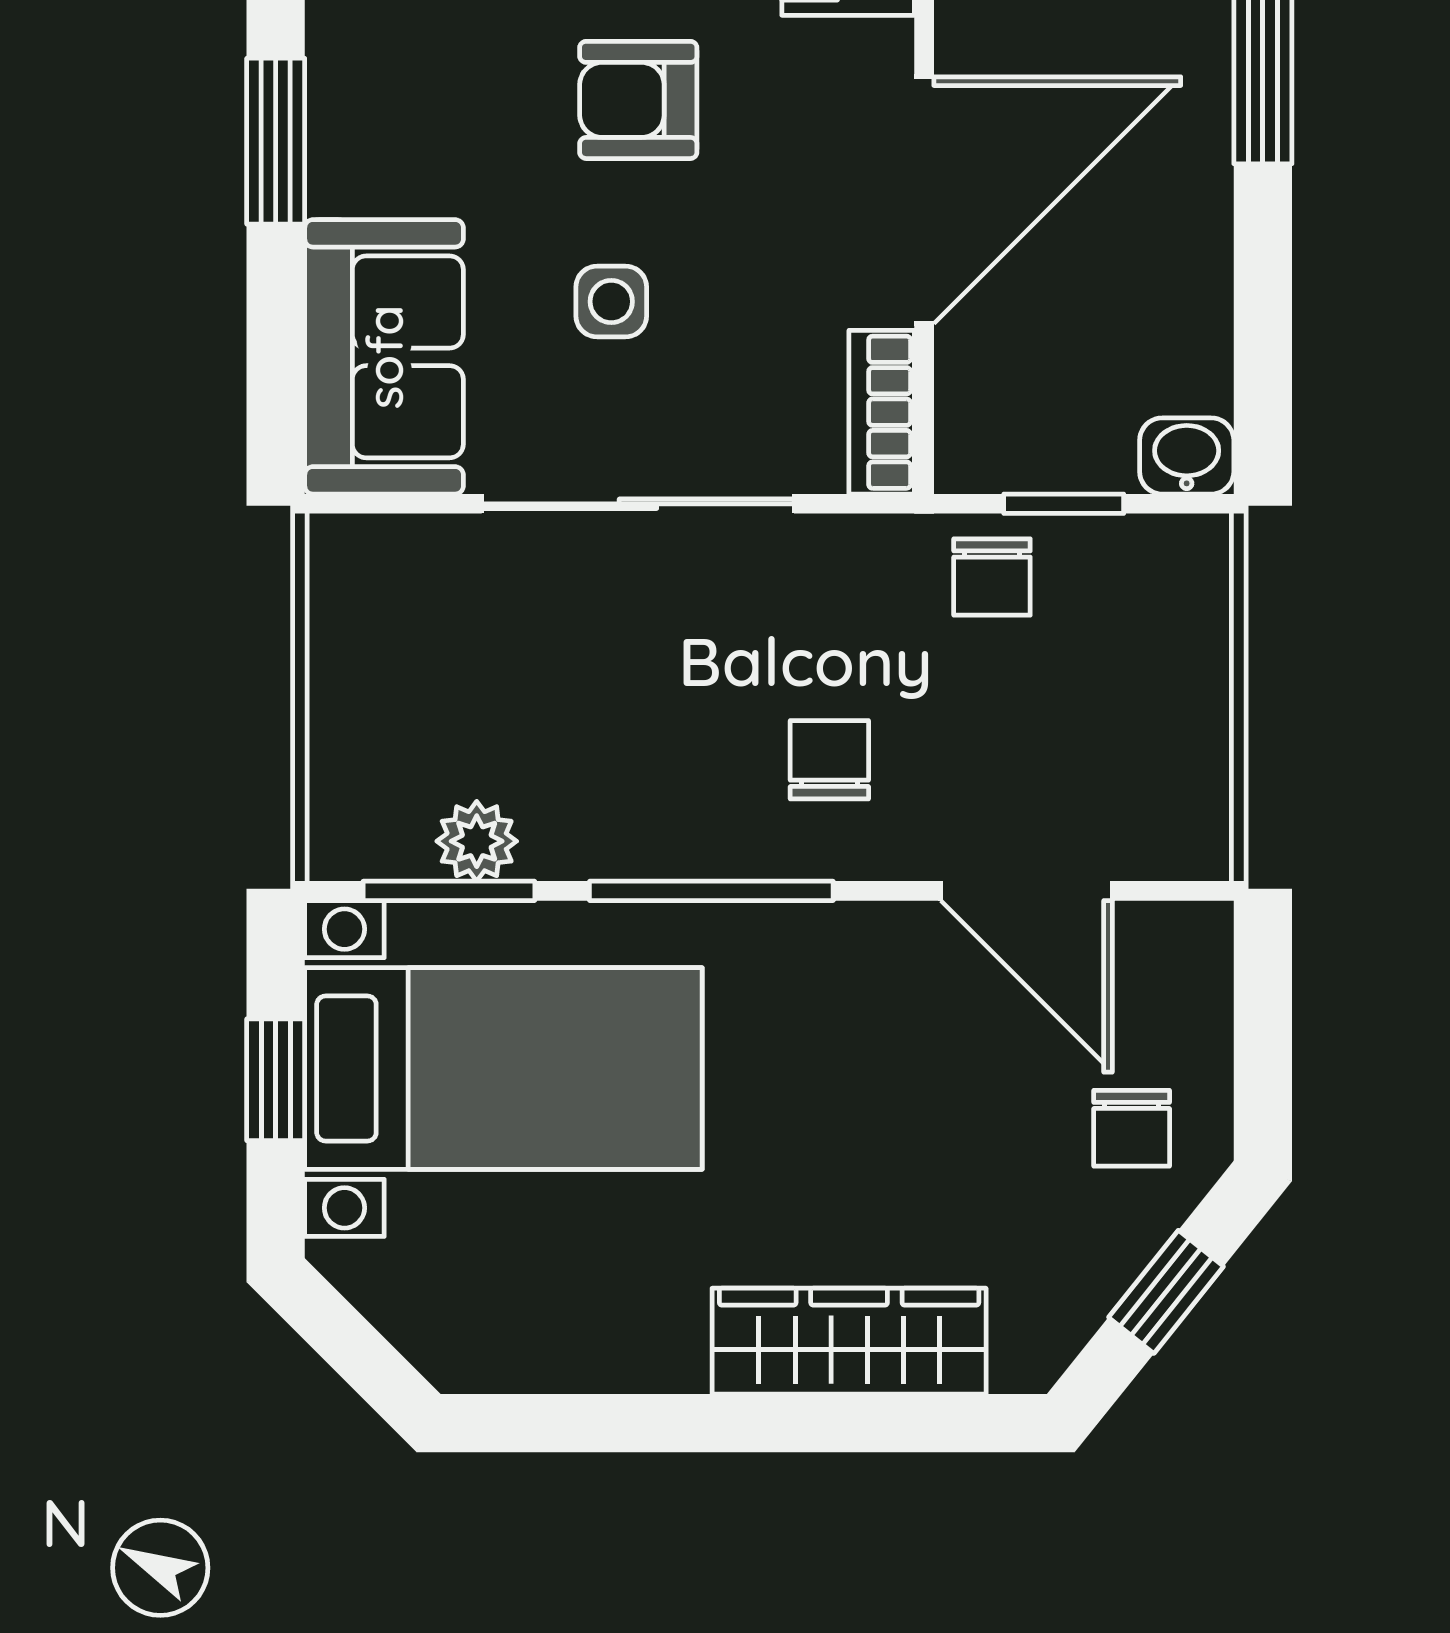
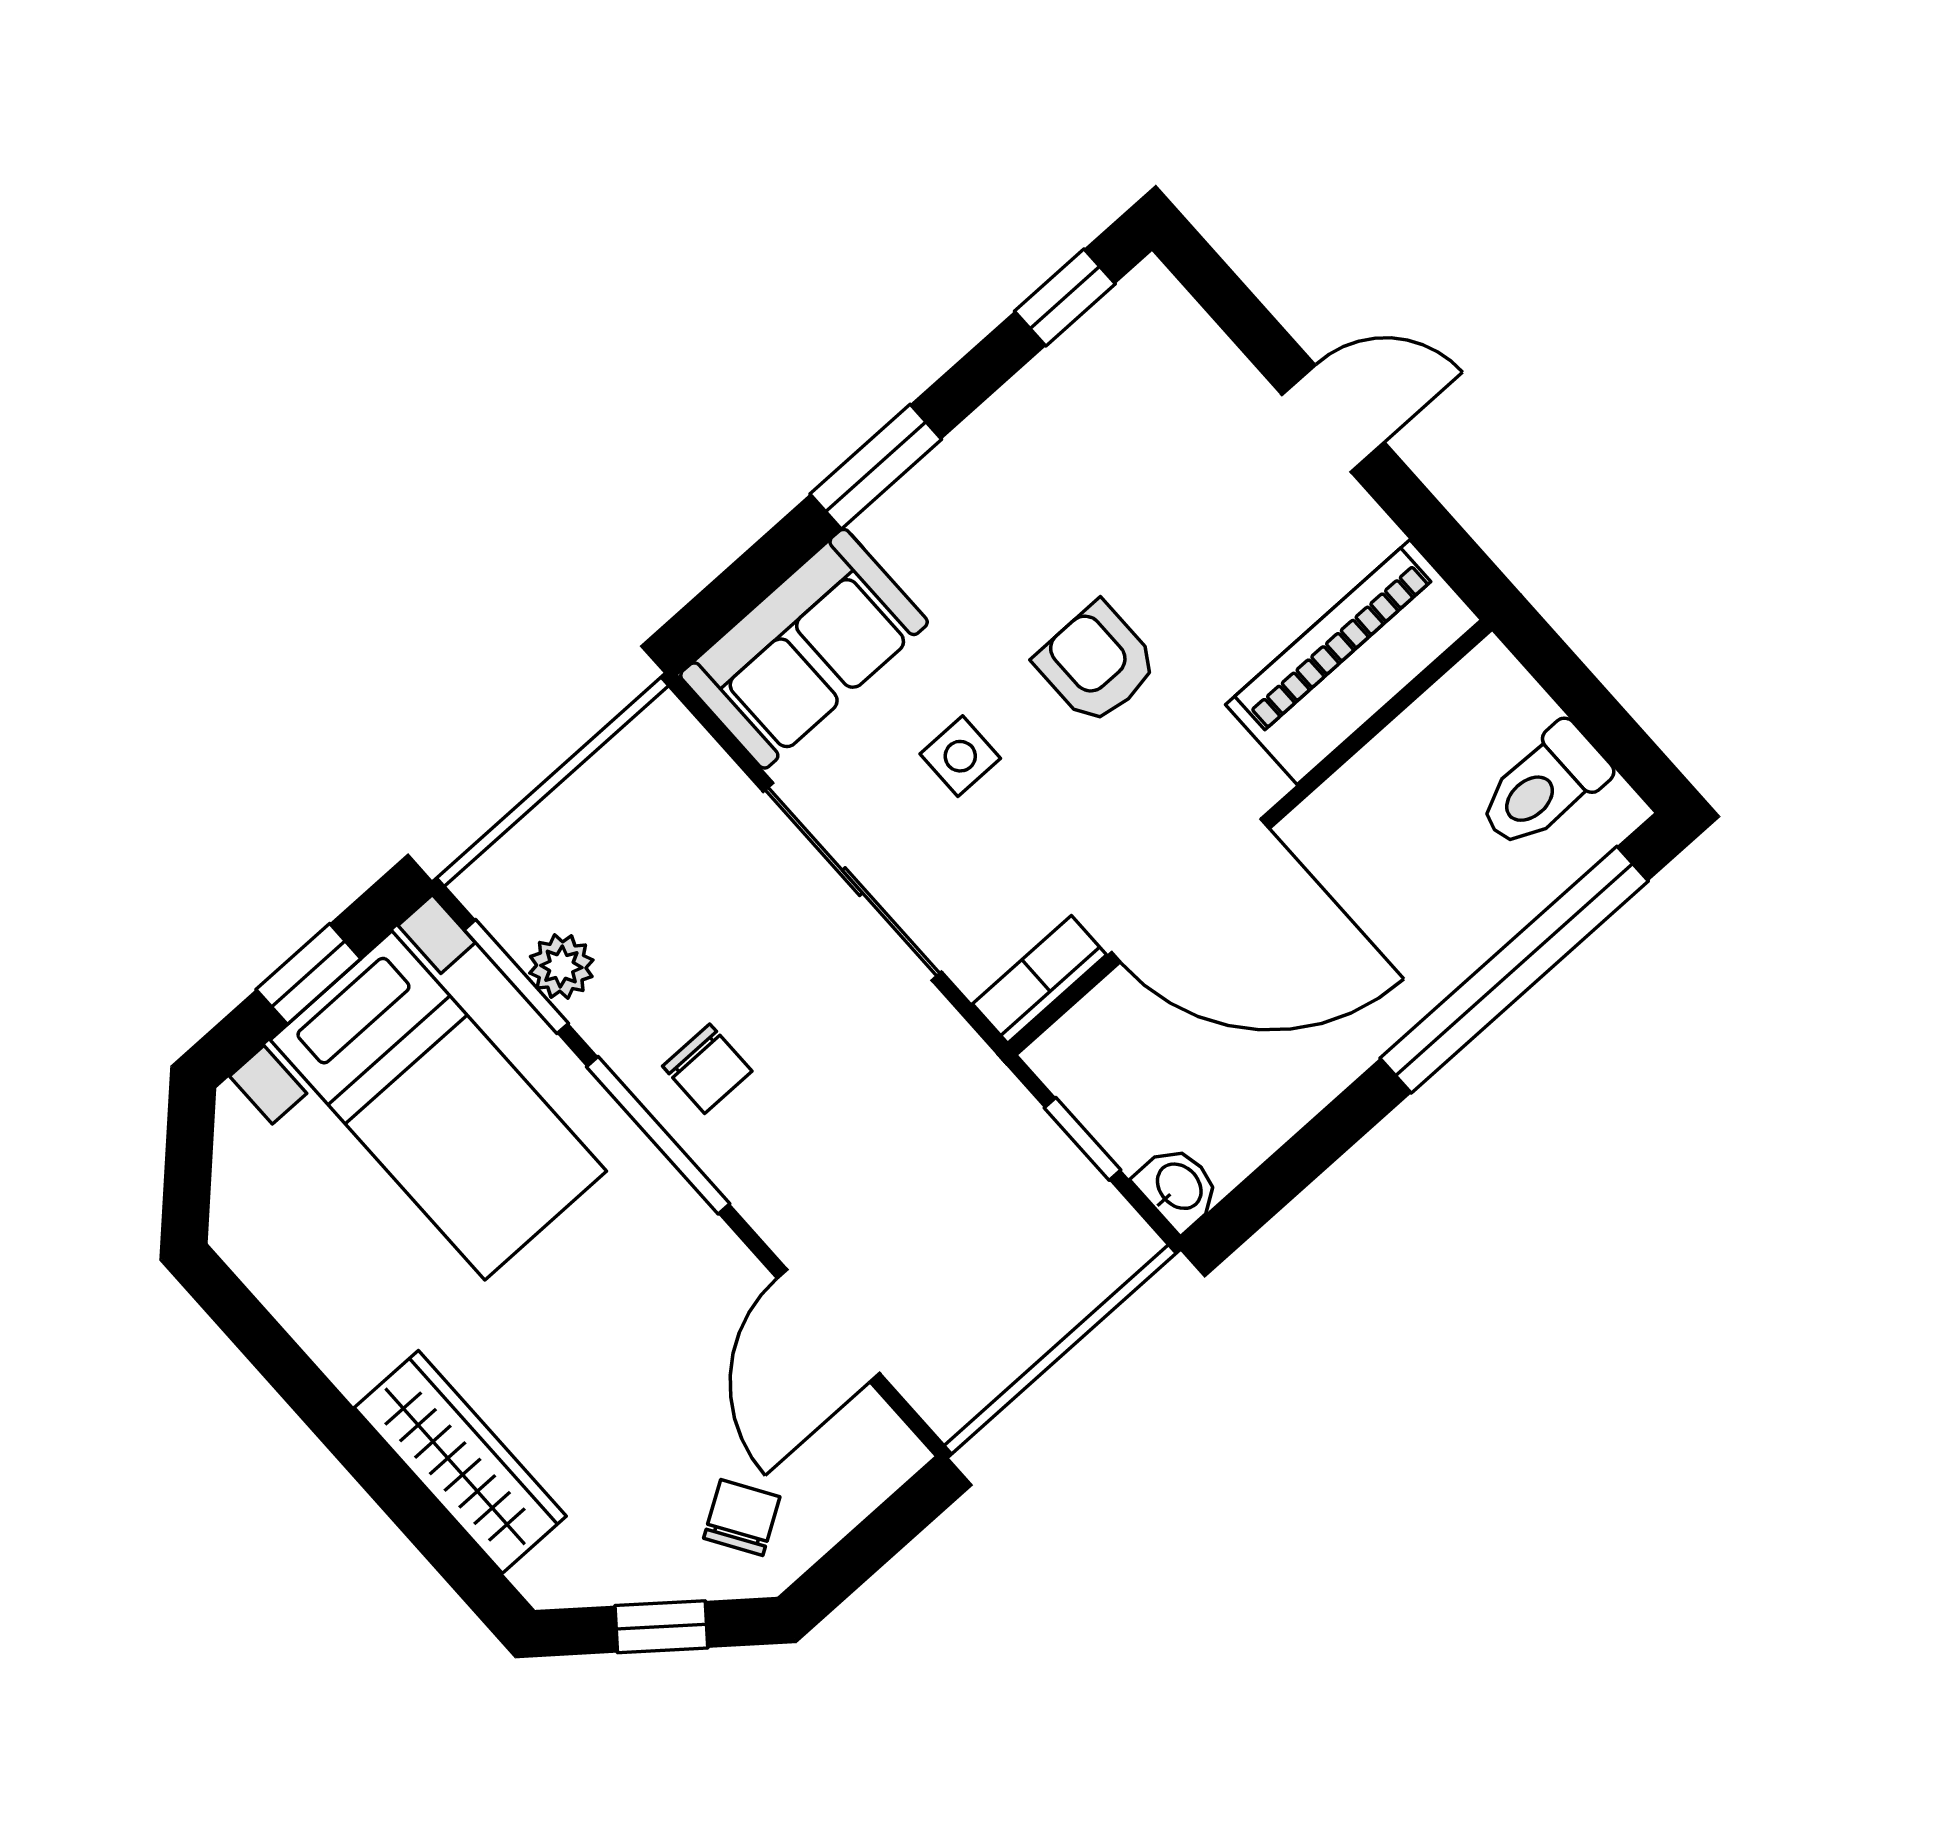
chair: (992, 577) -> (999, 1135), removed
chair: (829, 760) -> (707, 1069), moved, turned 90
chair: (1132, 1128) -> (742, 1518), turned 148

